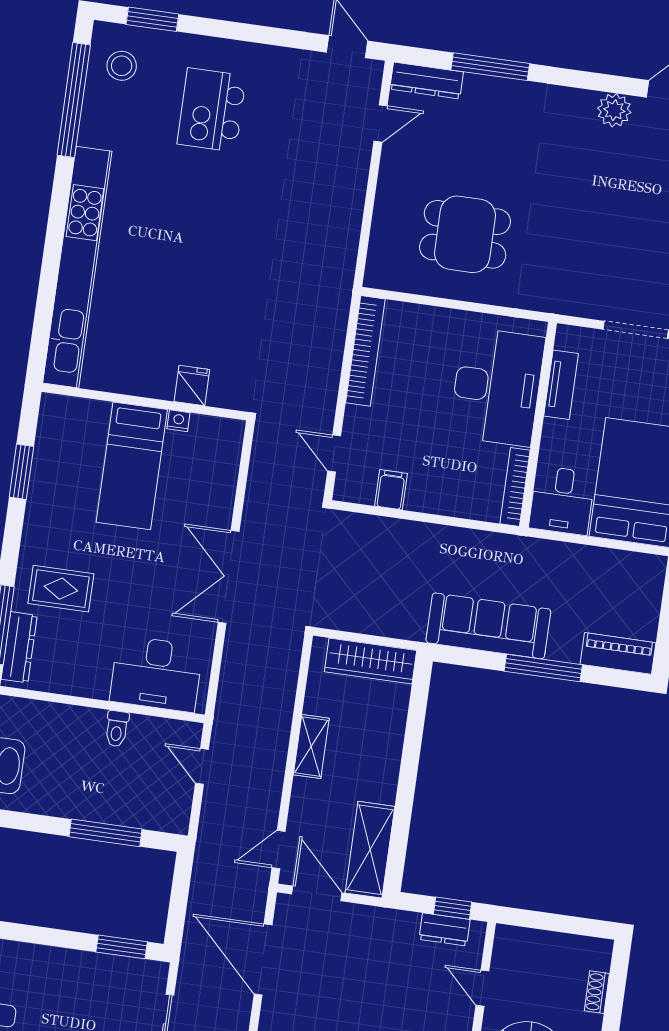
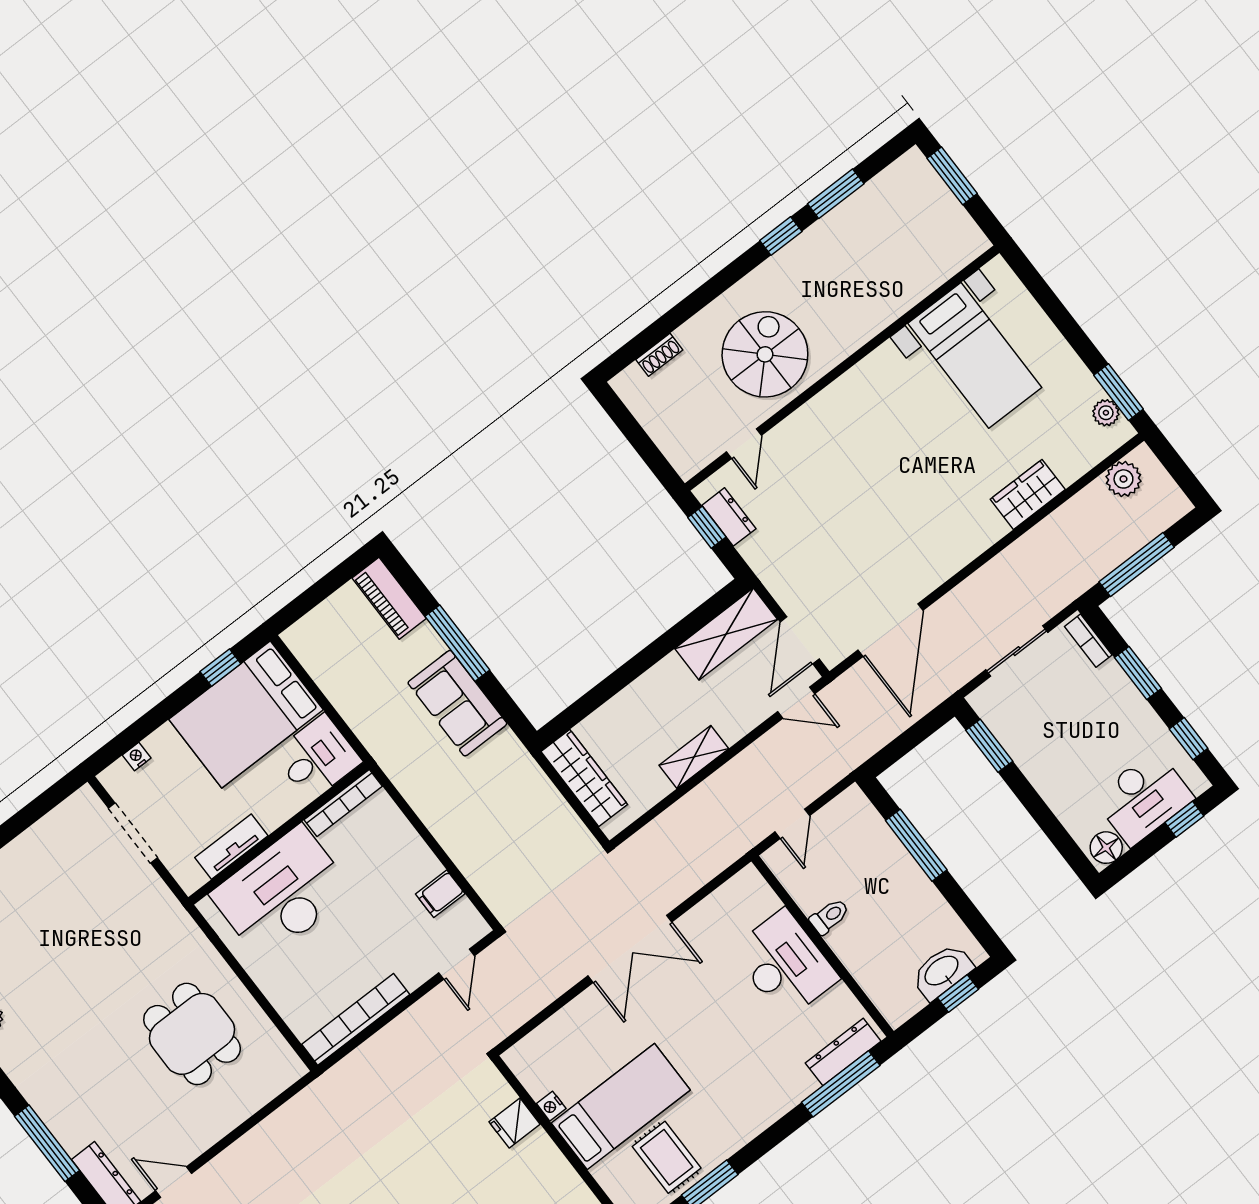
rug: (61, 589) -> (667, 1157), moved
sofa: (488, 626) -> (457, 703), width x0.73
desk: (156, 674) -> (785, 964), moved

